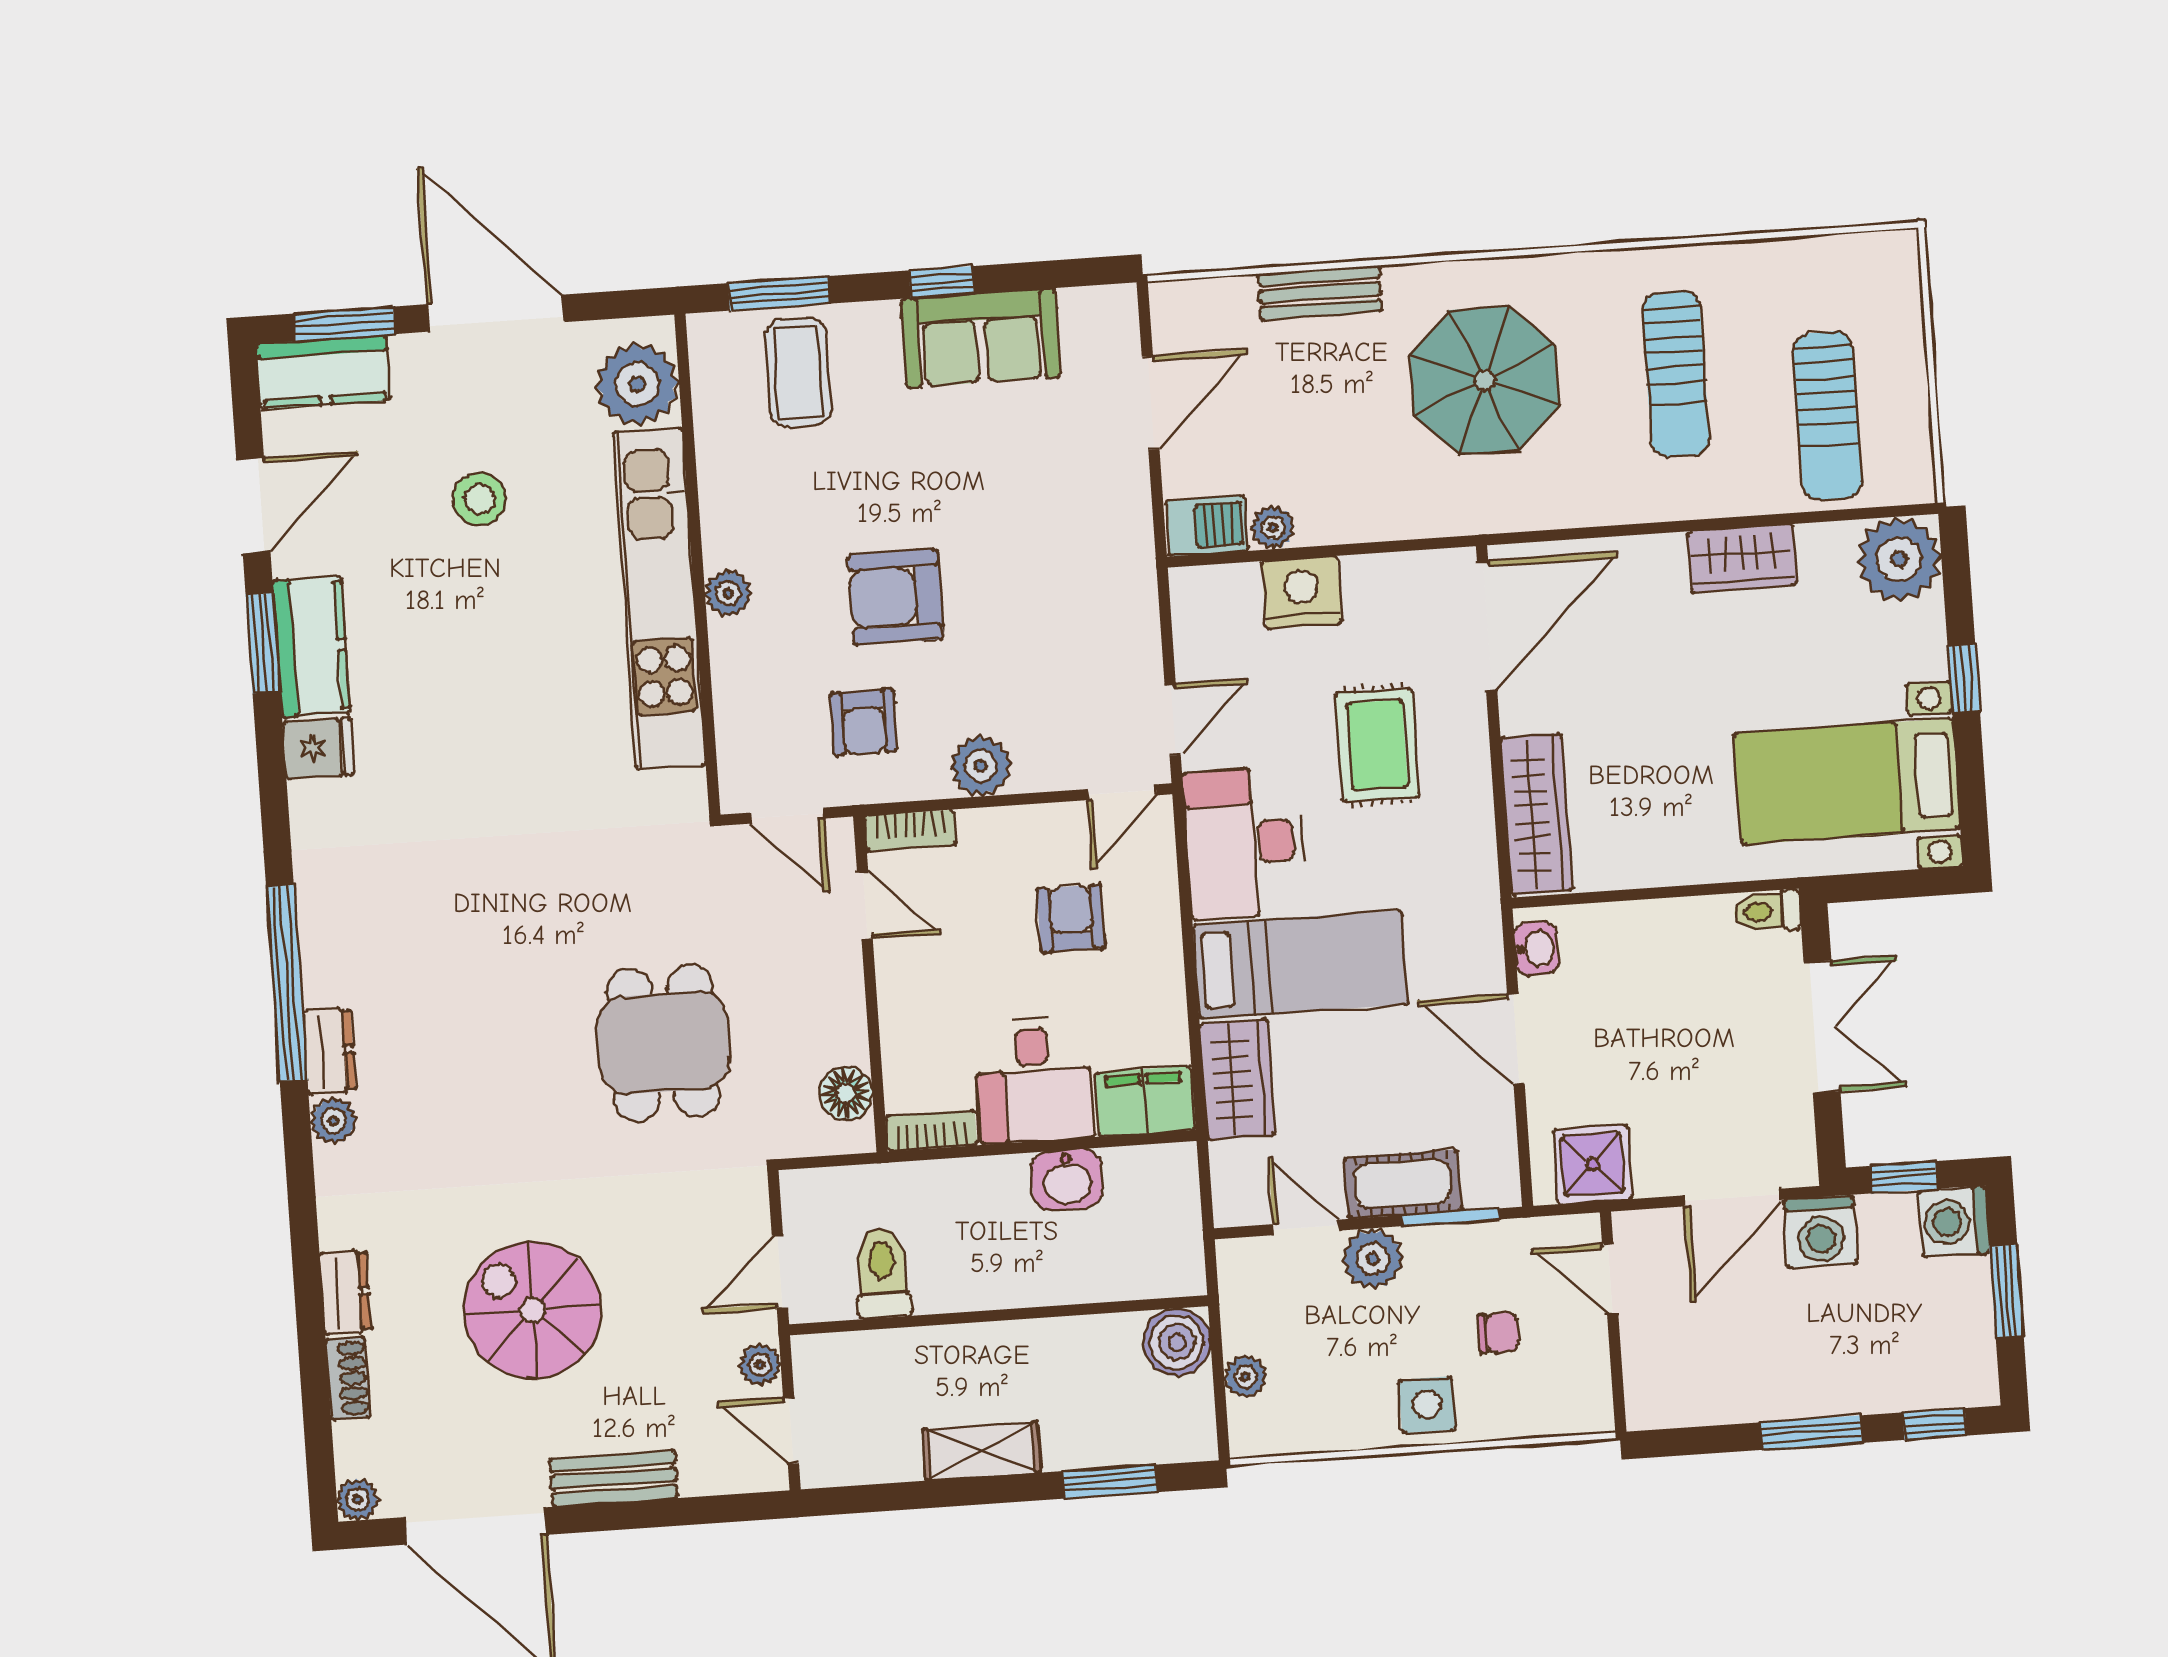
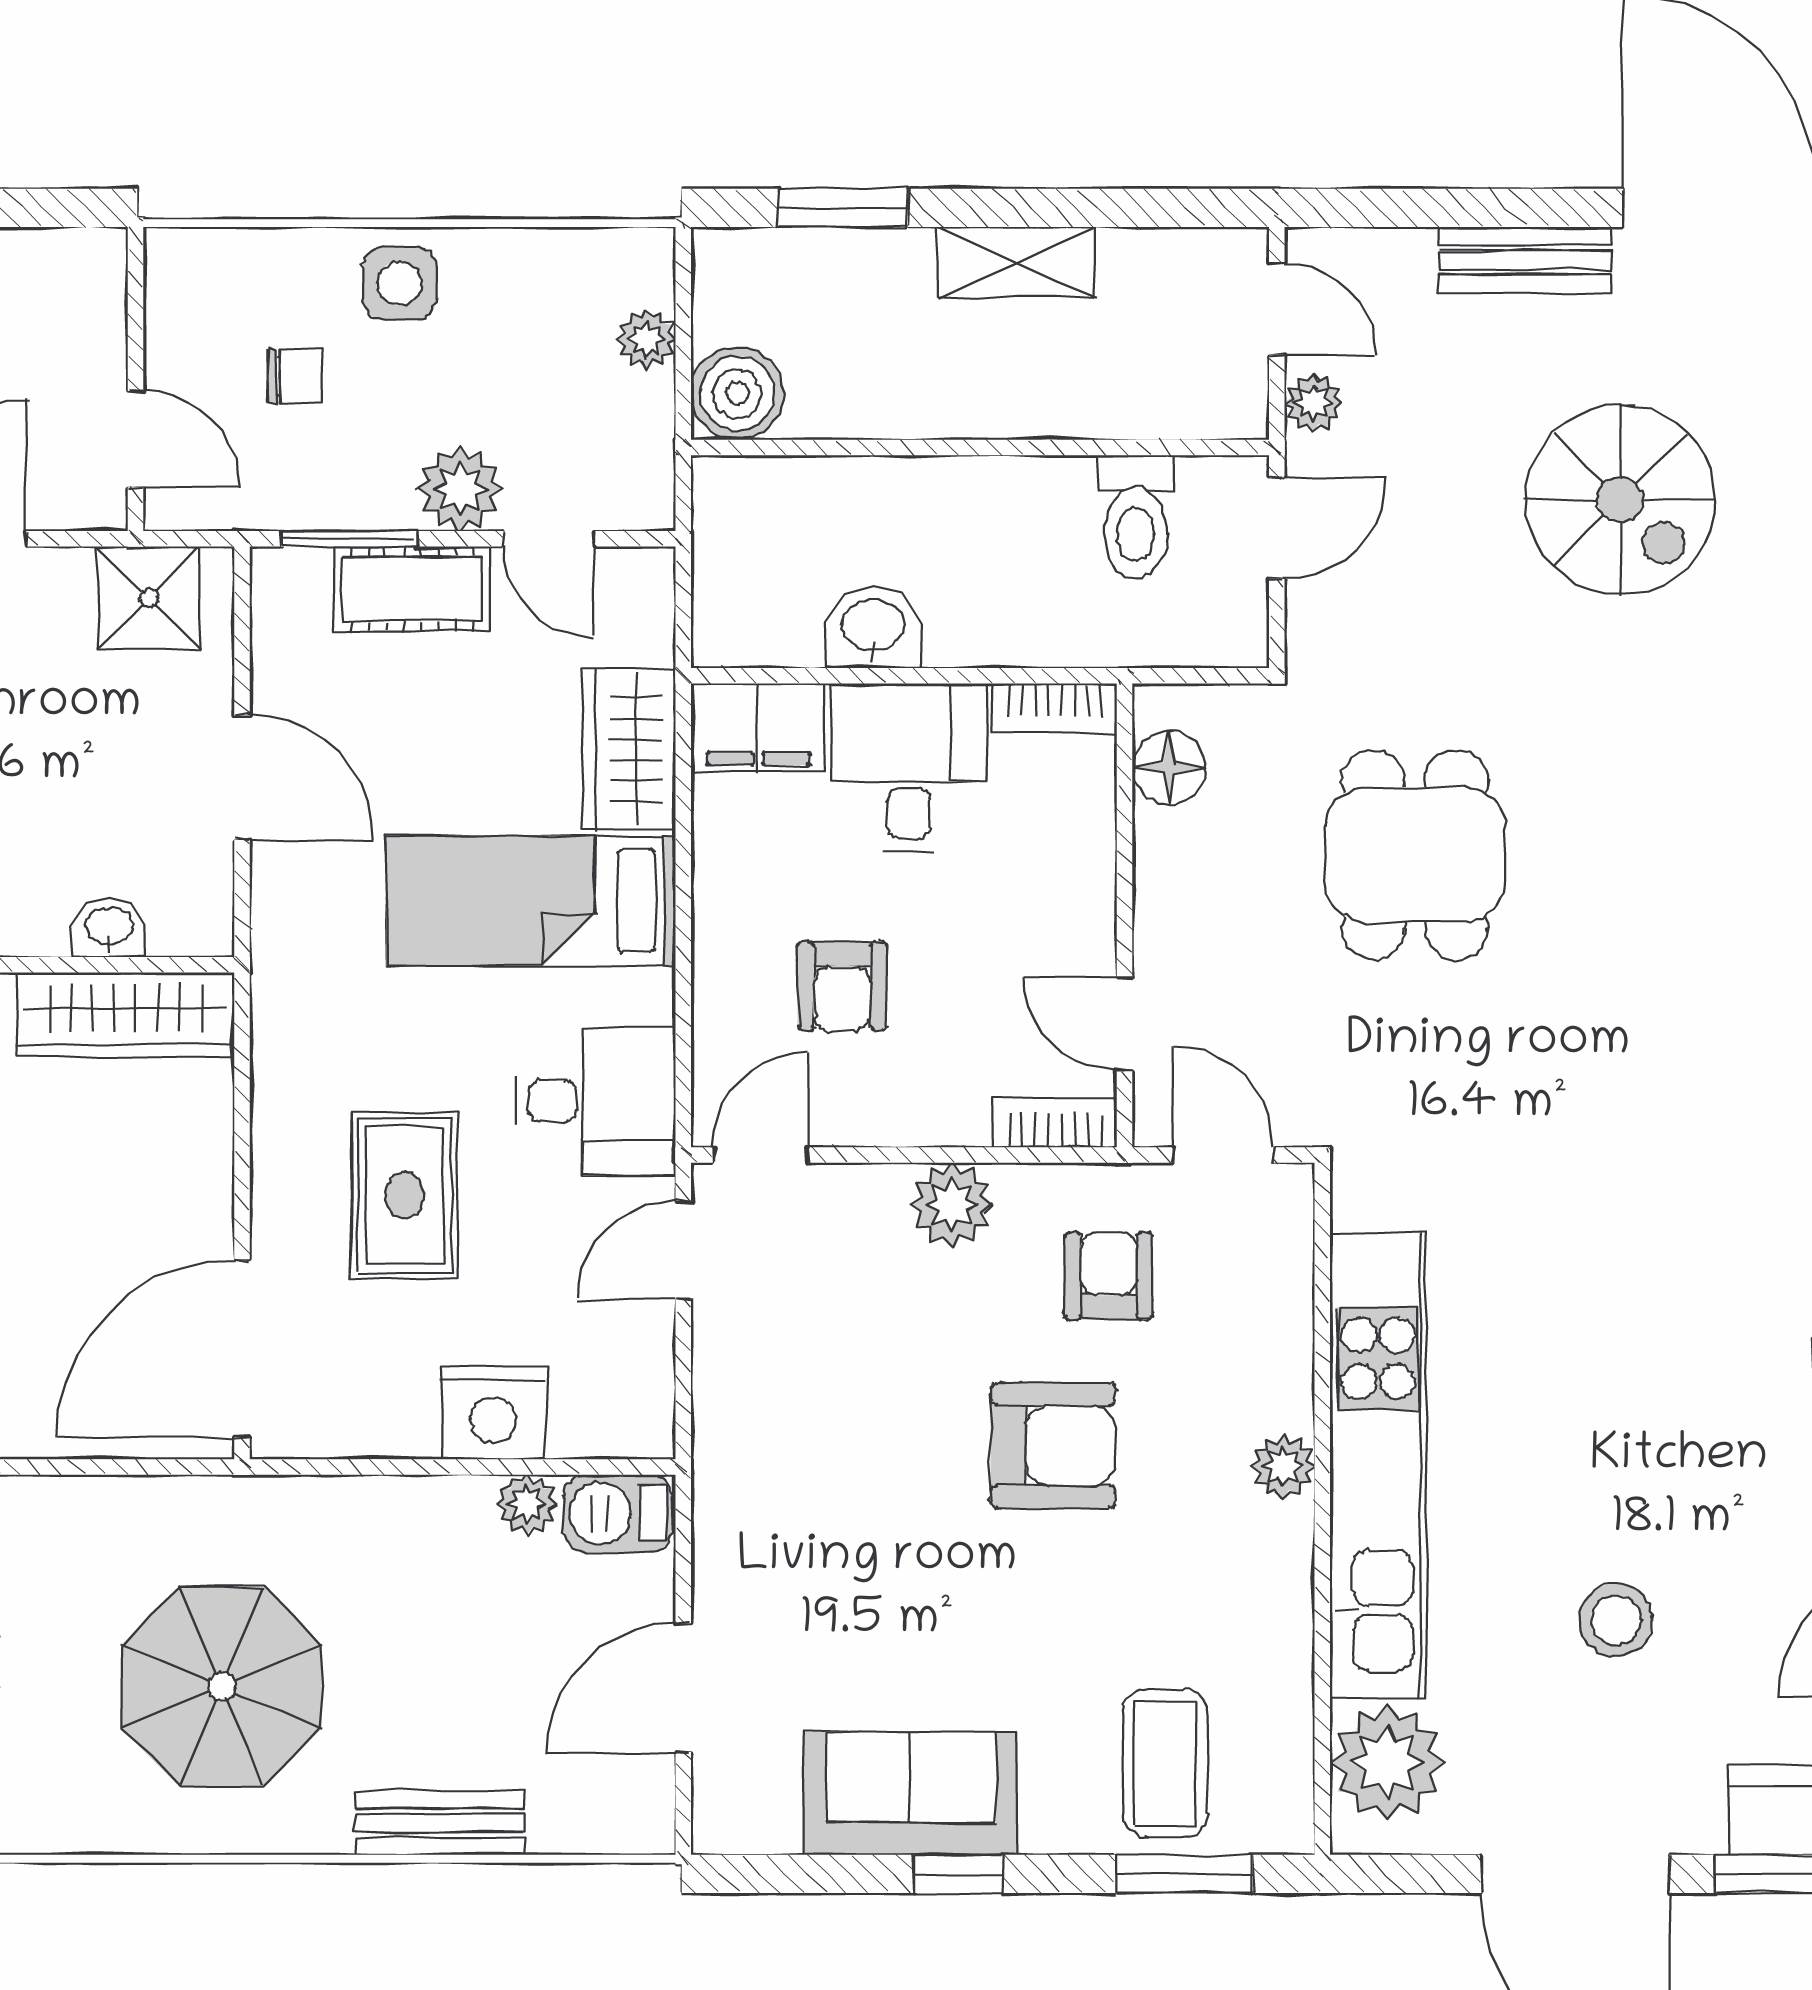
wardrobe: (1536, 814) -> (126, 1015), moved, turned -90
desk: (1245, 843) -> (596, 1101), width x0.73
washbasin: (1537, 949) -> (109, 928), moved, turned 90
chair: (1498, 1332) -> (294, 376), turned 180

